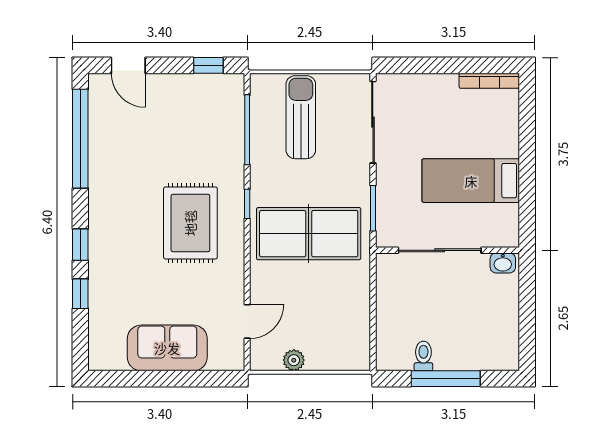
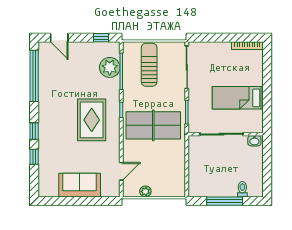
plant: (225, 122) -> (110, 67), added
toilet: (423, 356) -> (242, 189), moved

